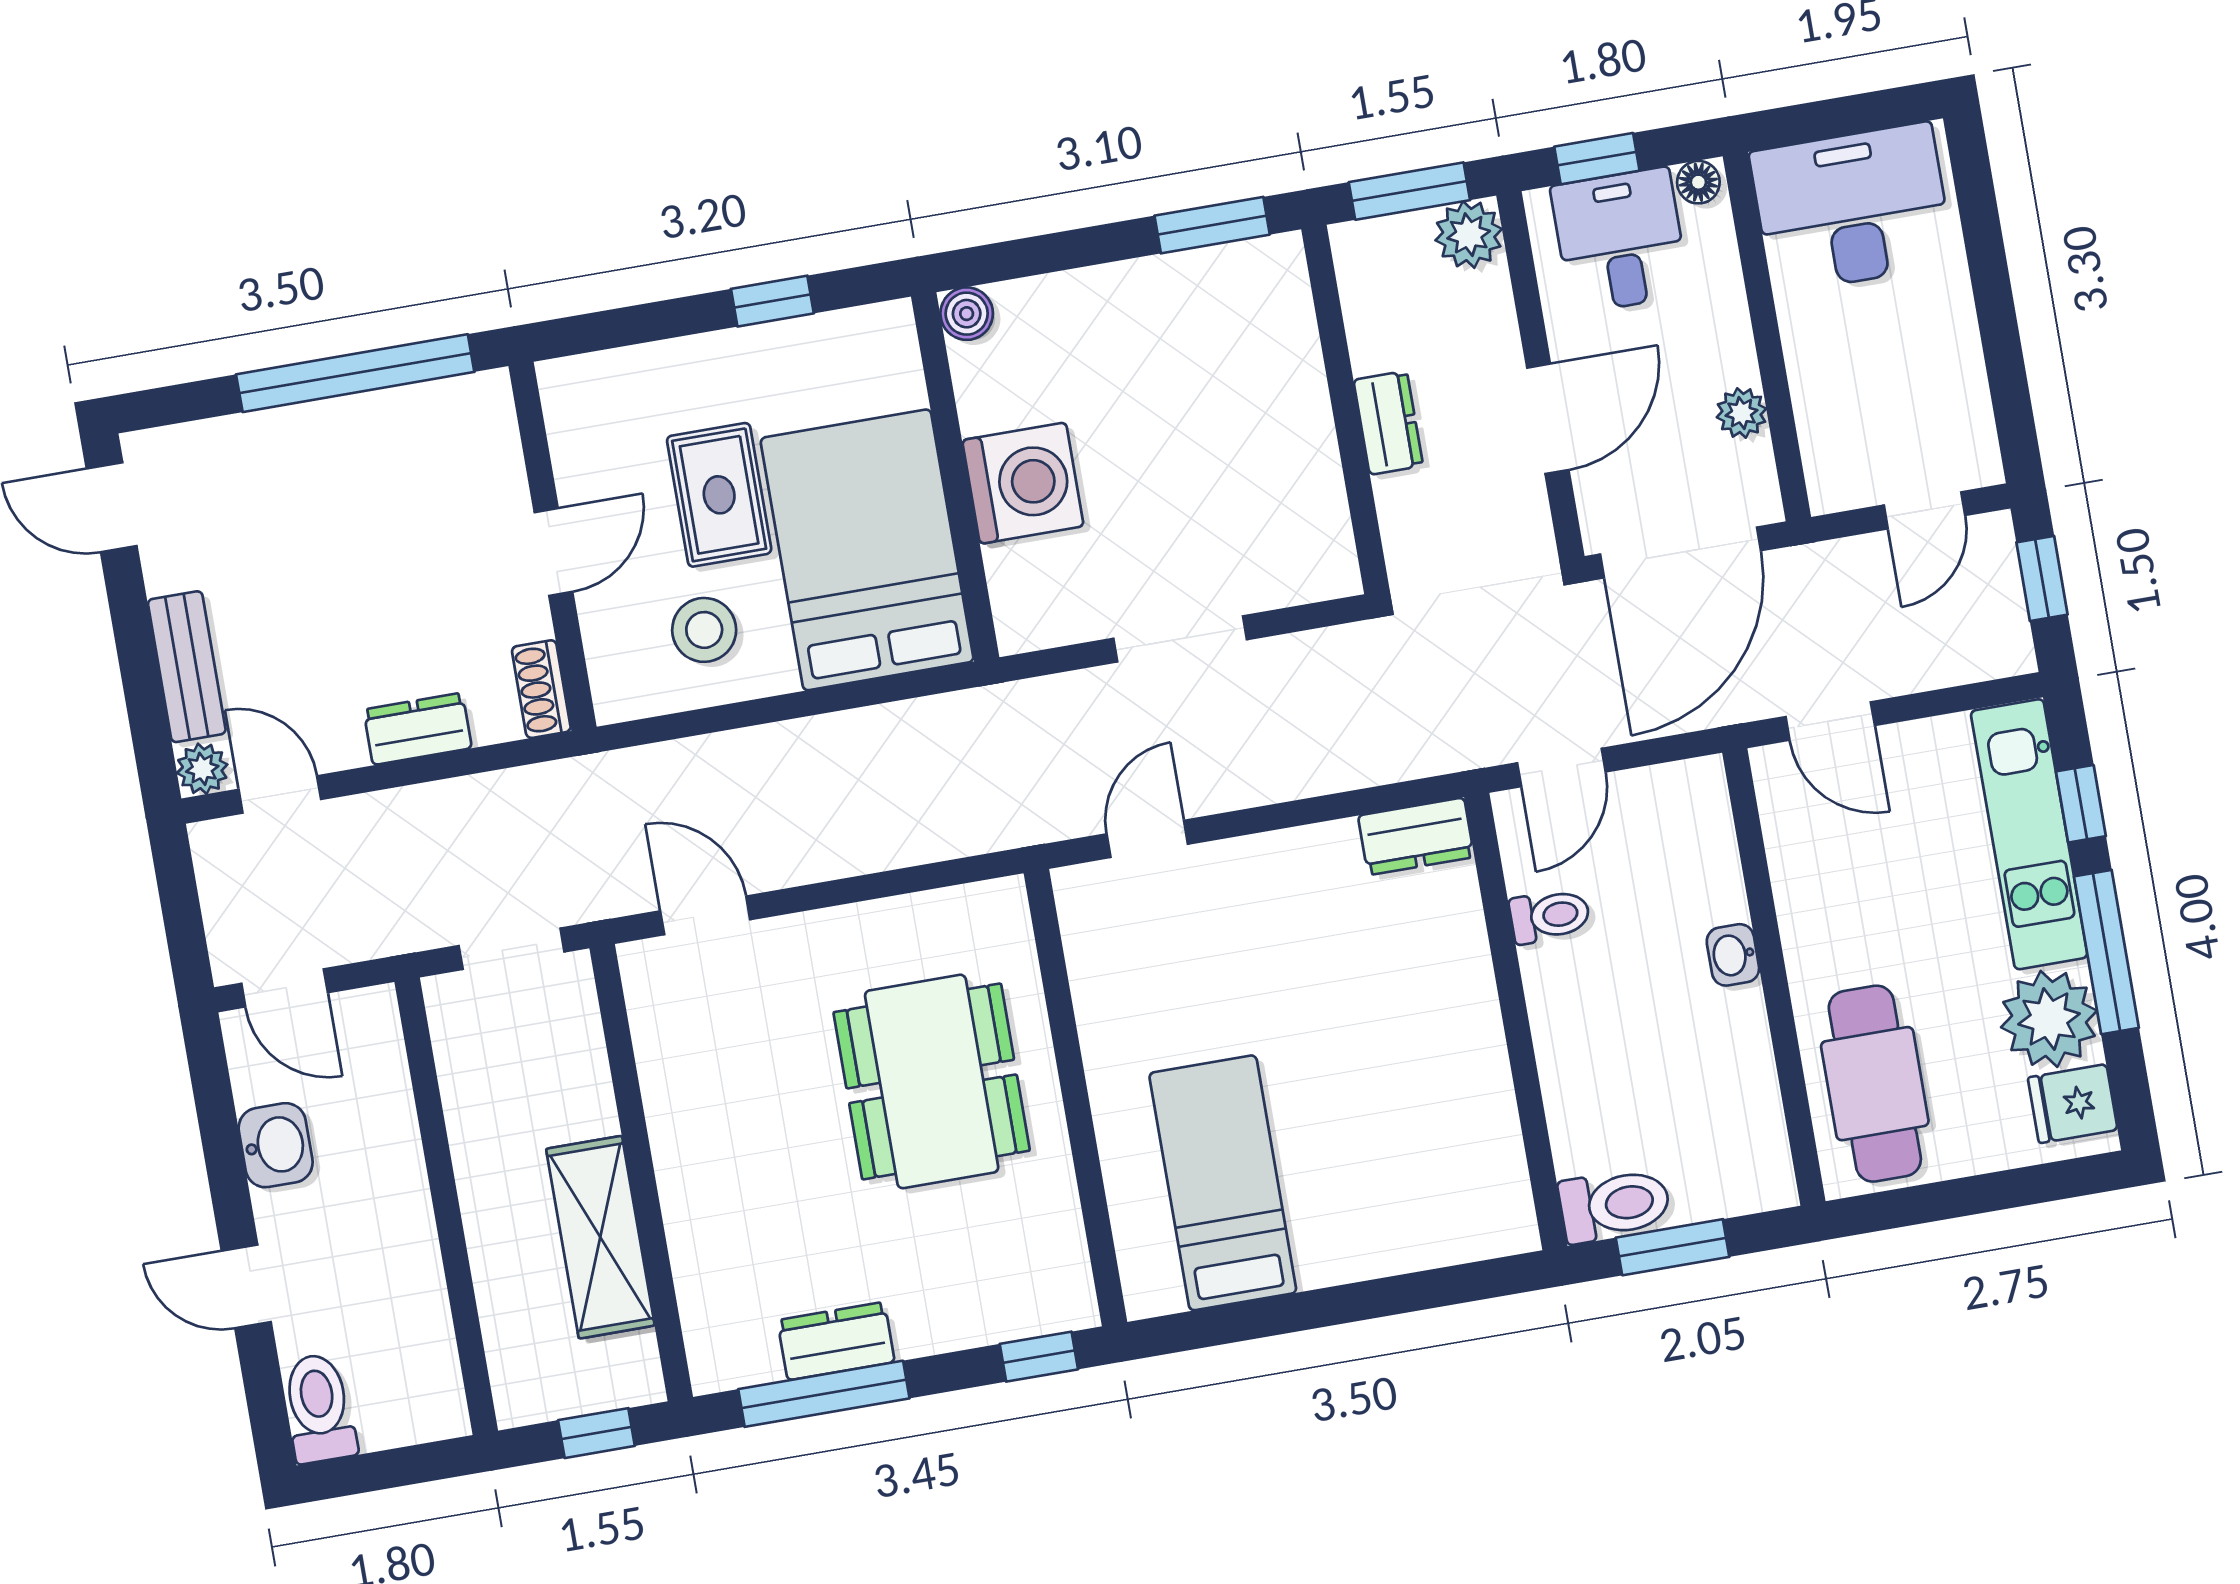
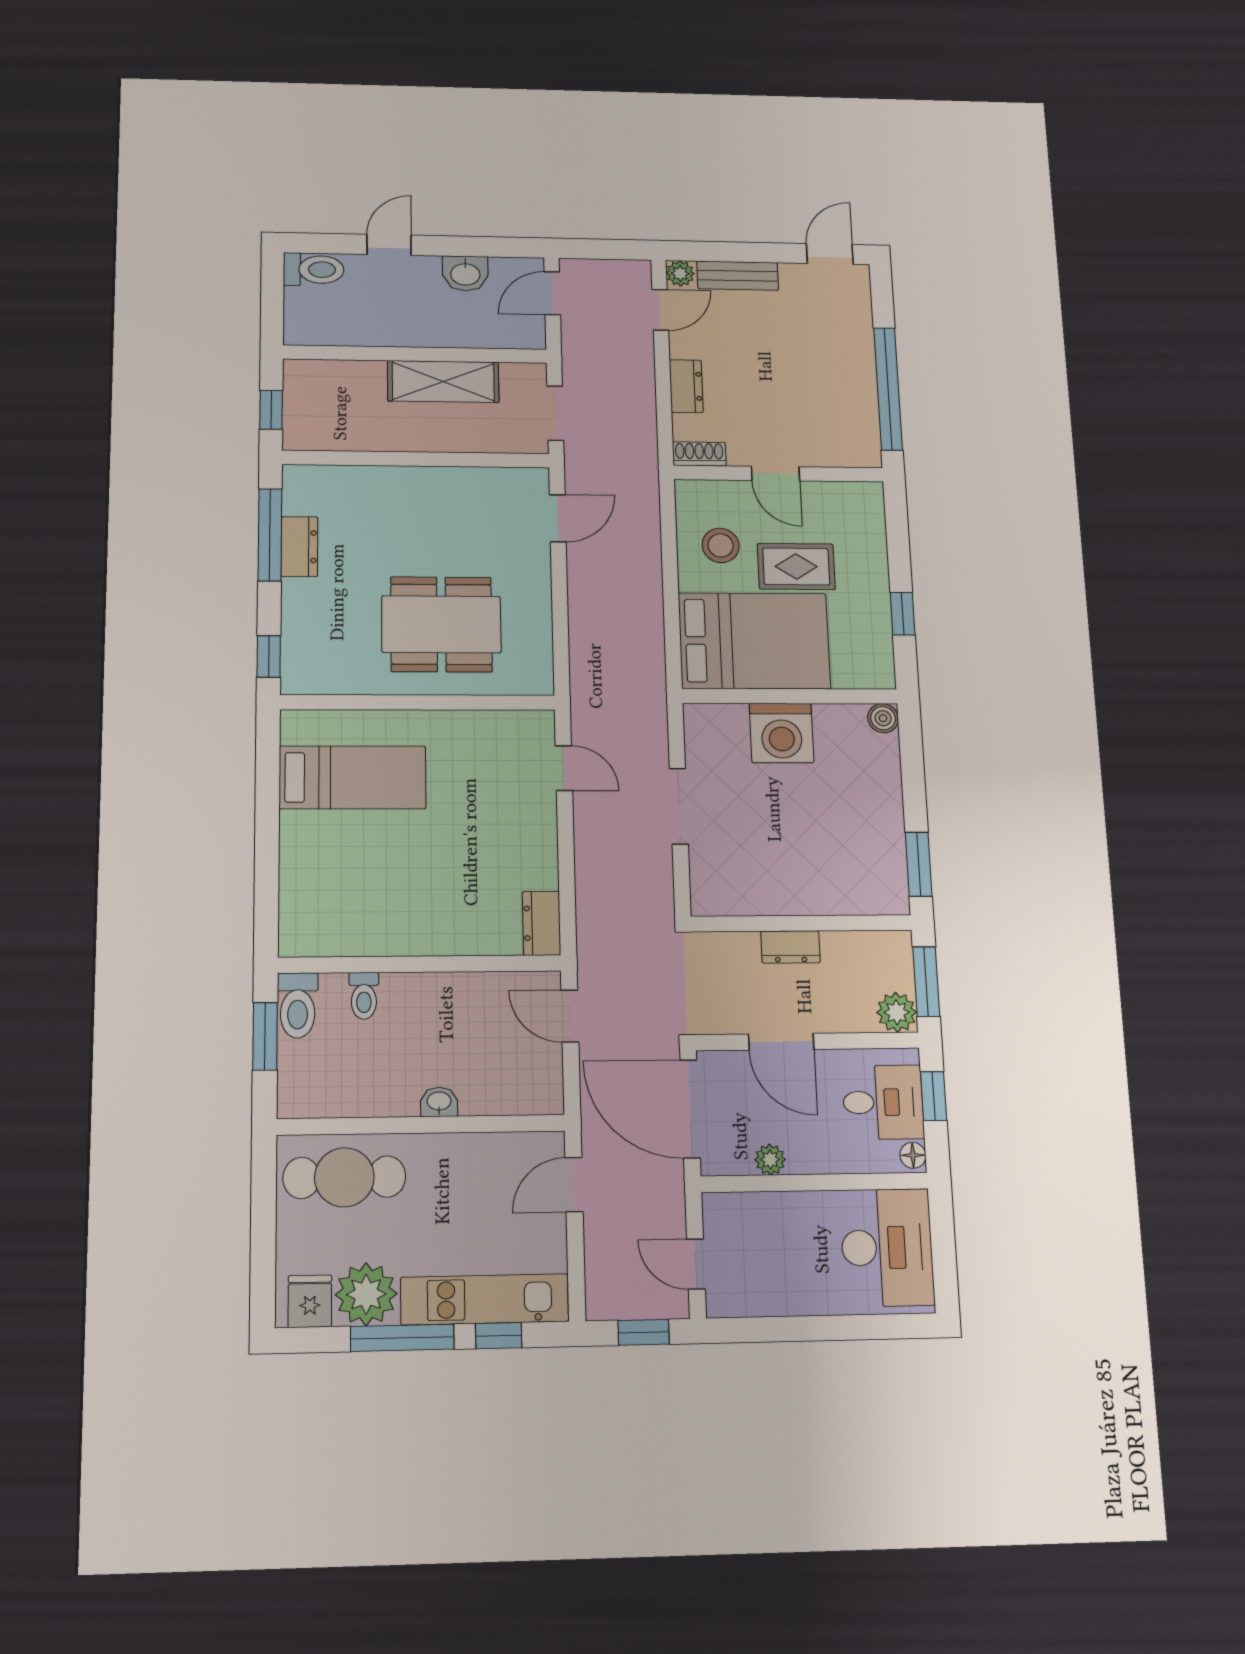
toilet: (1550, 916) -> (364, 996), moved
shelving: (600, 1237) -> (443, 382), moved

